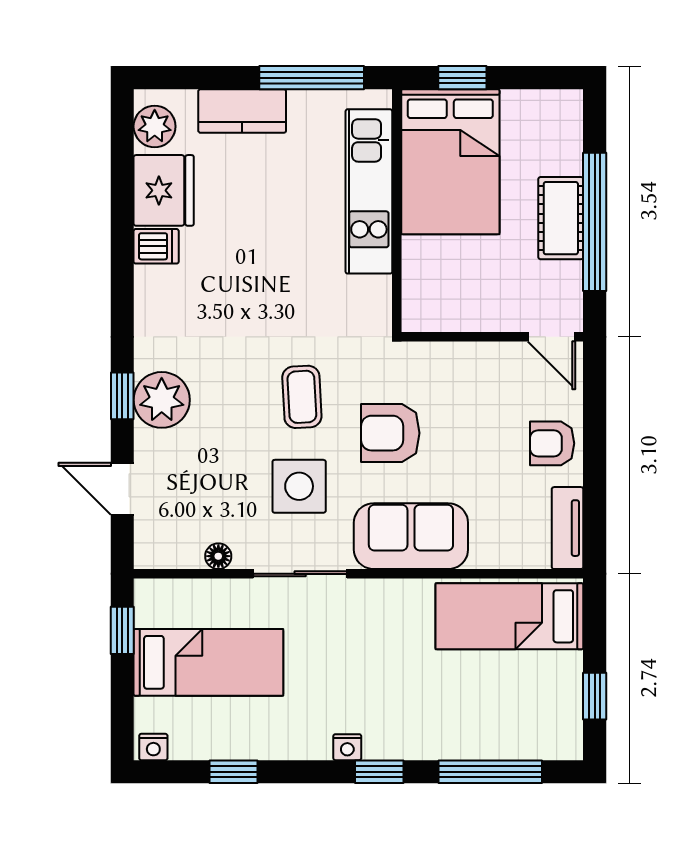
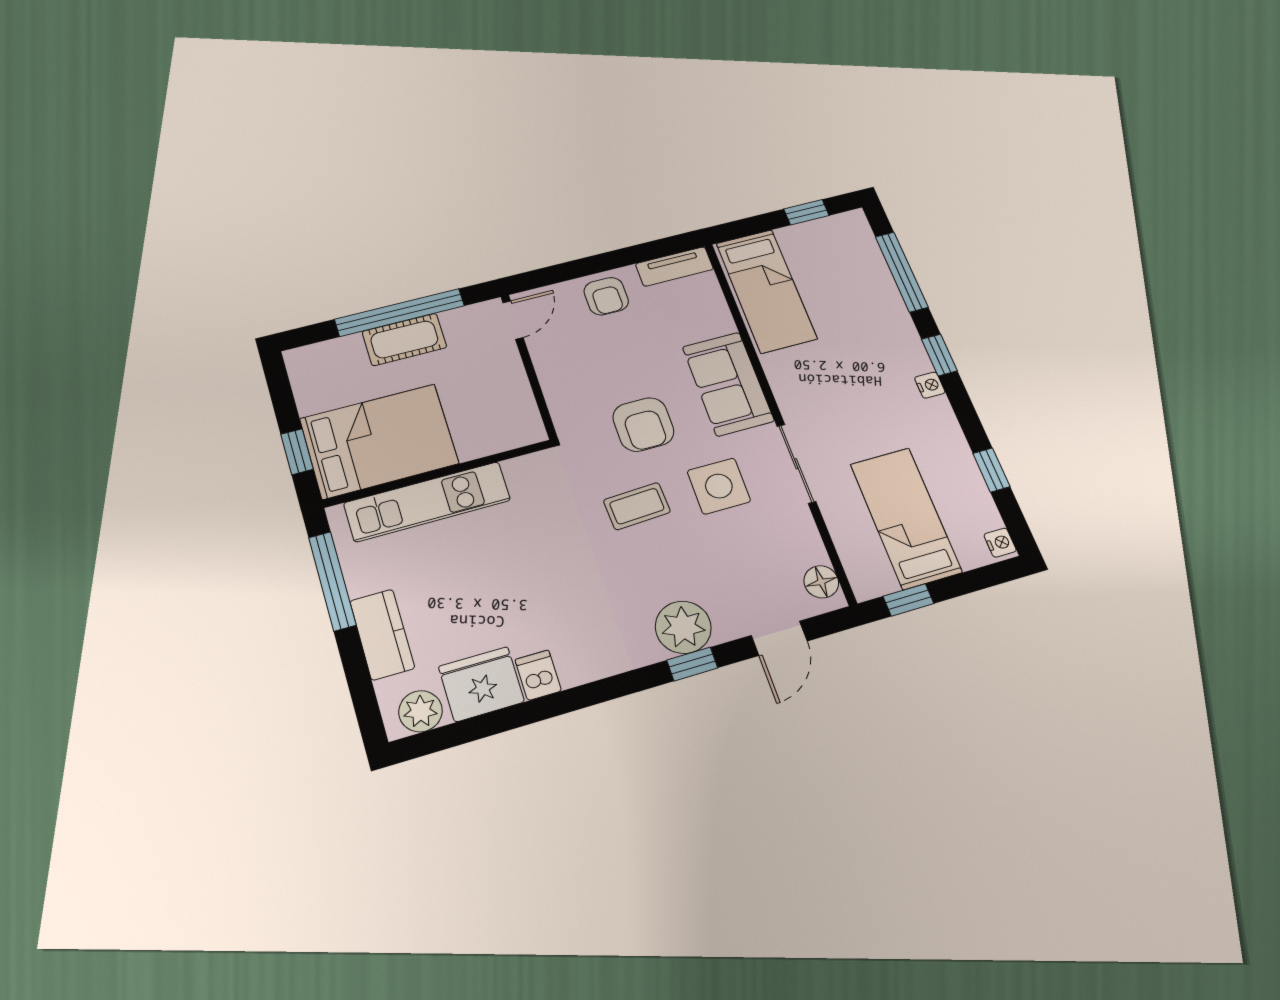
floor lamp: (218, 556) -> (821, 582), moved, width x1.37, depth x1.37

